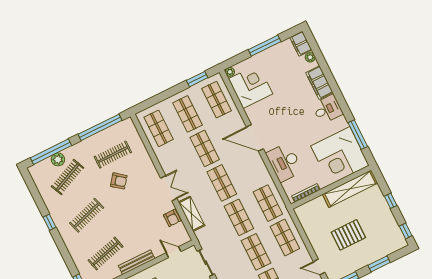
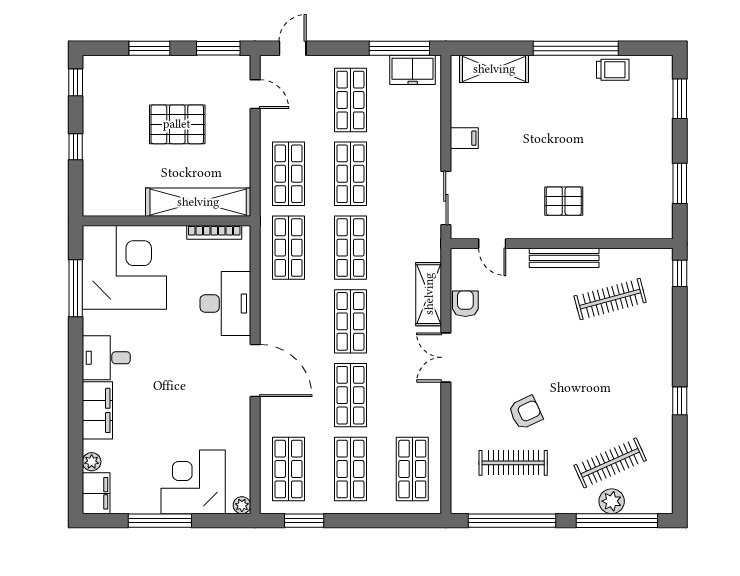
corner desk: (251, 86) -> (193, 482), moved, turned 90
armchair: (119, 181) -> (526, 413), turned 117
shelving: (350, 189) -> (198, 202), moved
clothes rail: (87, 215) -> (610, 381), removed

